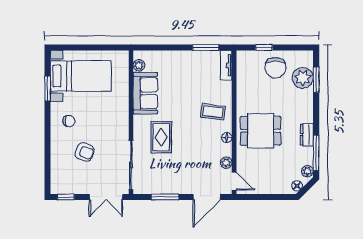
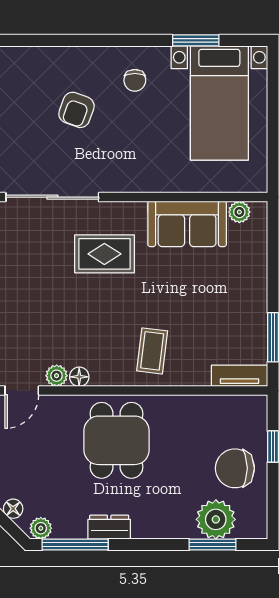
floor lamp: (227, 138) -> (79, 377), moved

